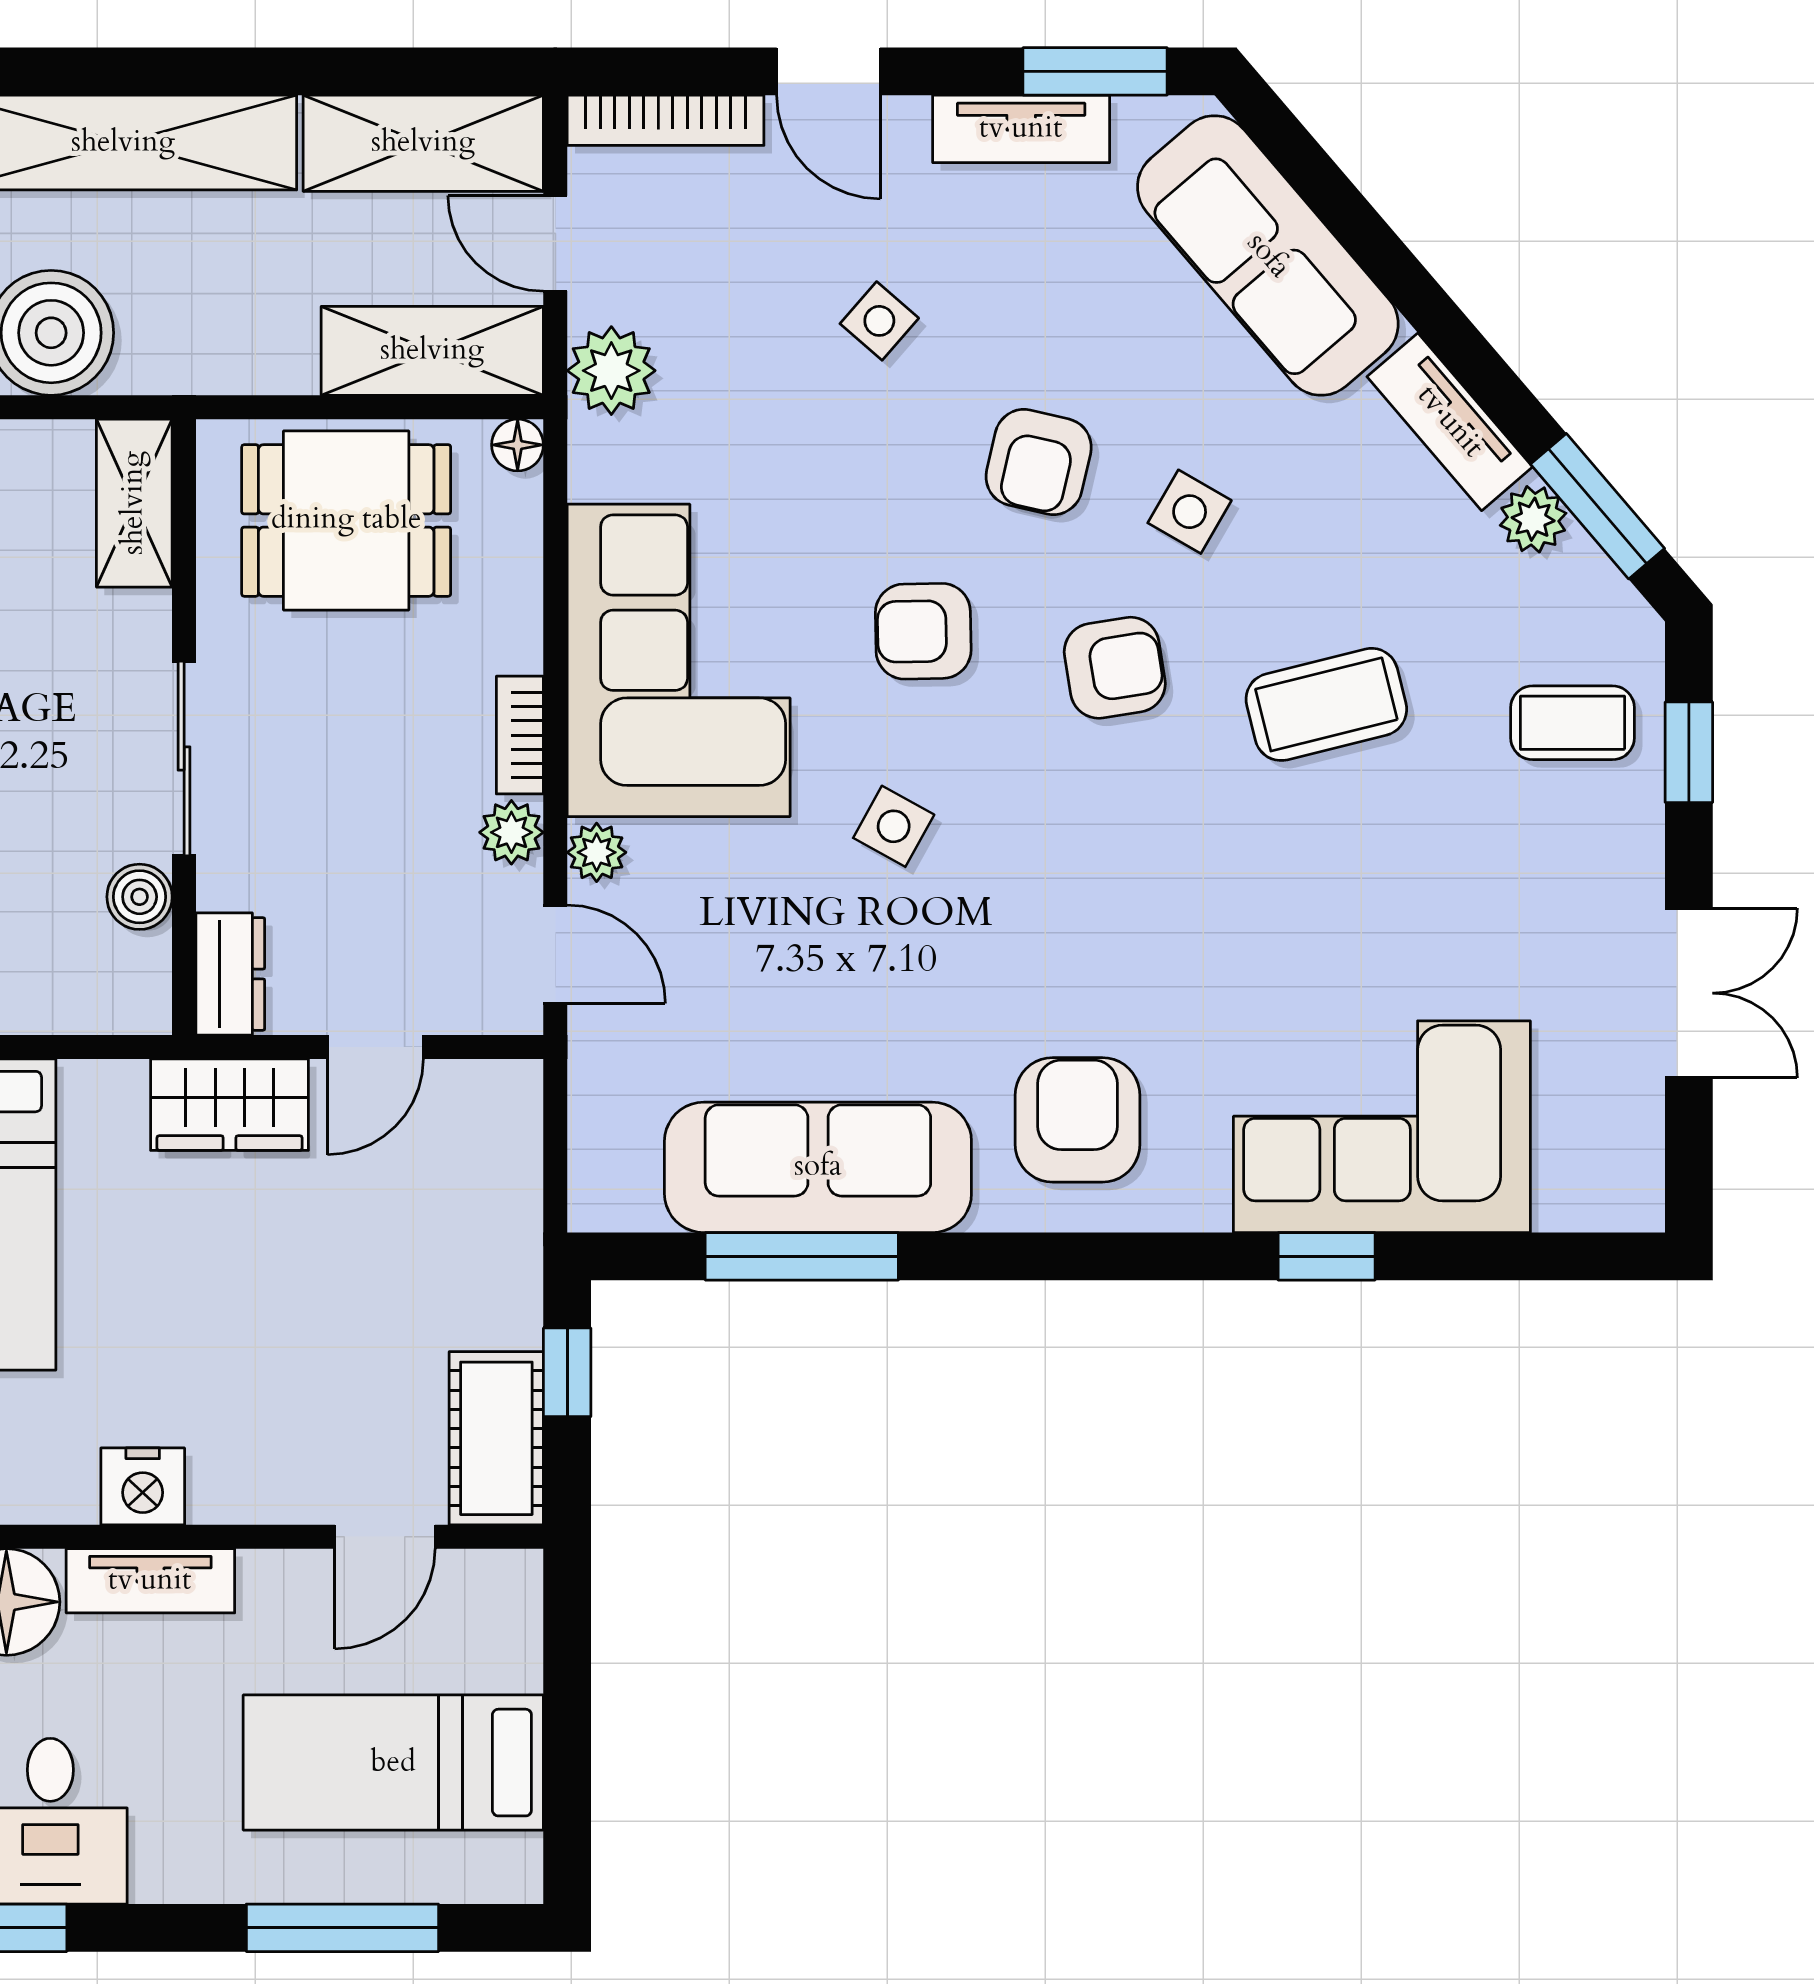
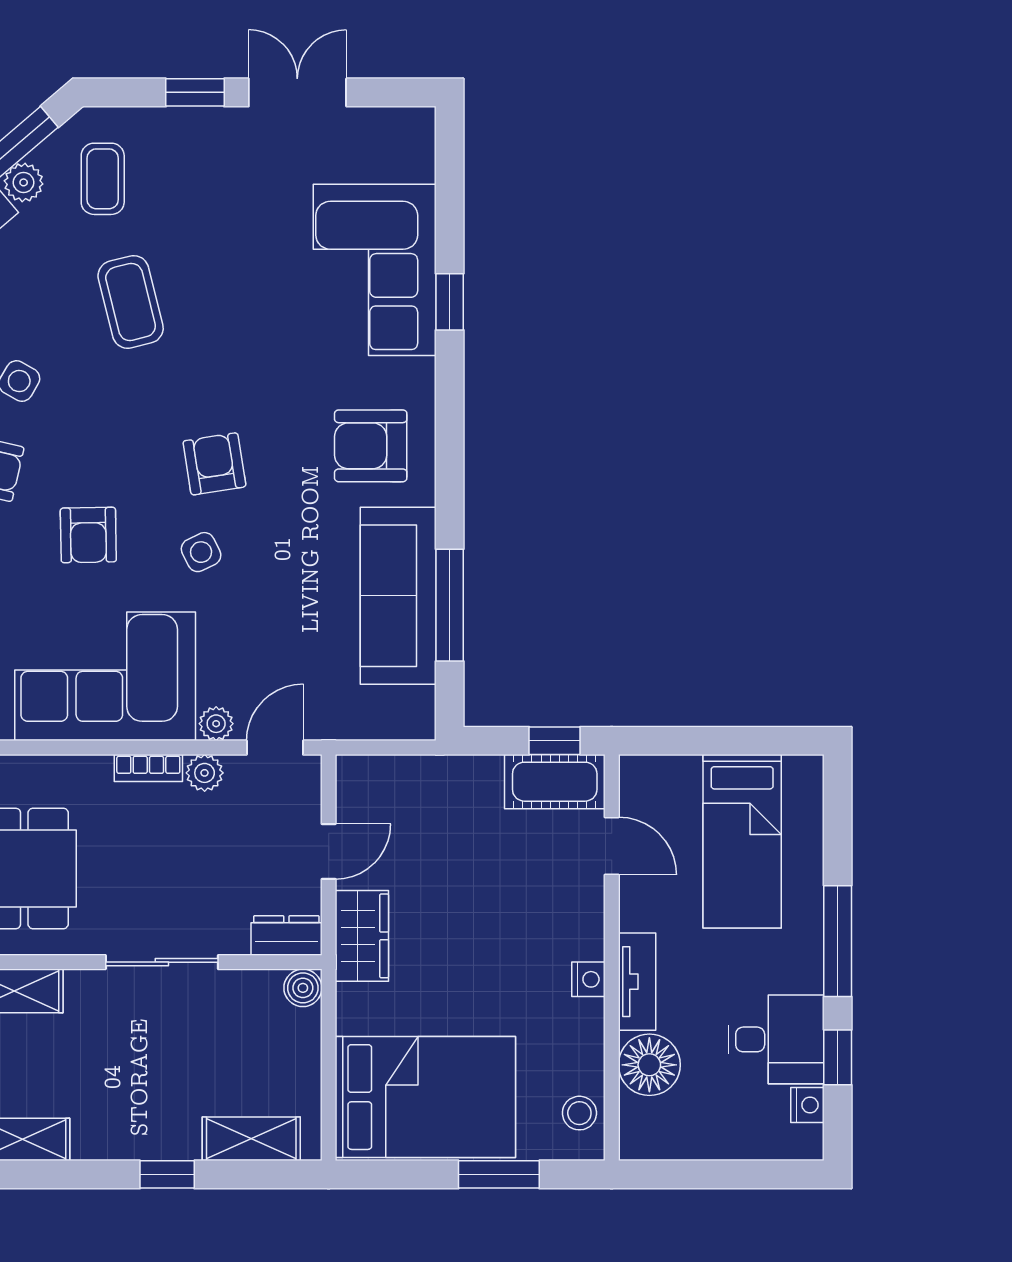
armchair: (1115, 668) -> (214, 464), moved
coffee table: (1572, 723) -> (103, 179), moved
window: (1689, 752) -> (195, 92), moved
side table: (894, 826) -> (201, 552), turned 35
boiler: (140, 897) -> (303, 988), moved
door: (375, 1047) -> (329, 852), hinge flipped
window: (567, 1372) -> (555, 741), moved
nightstand: (143, 1486) -> (588, 979), width x0.72, depth x0.74
window: (342, 1928) -> (838, 941), moved

